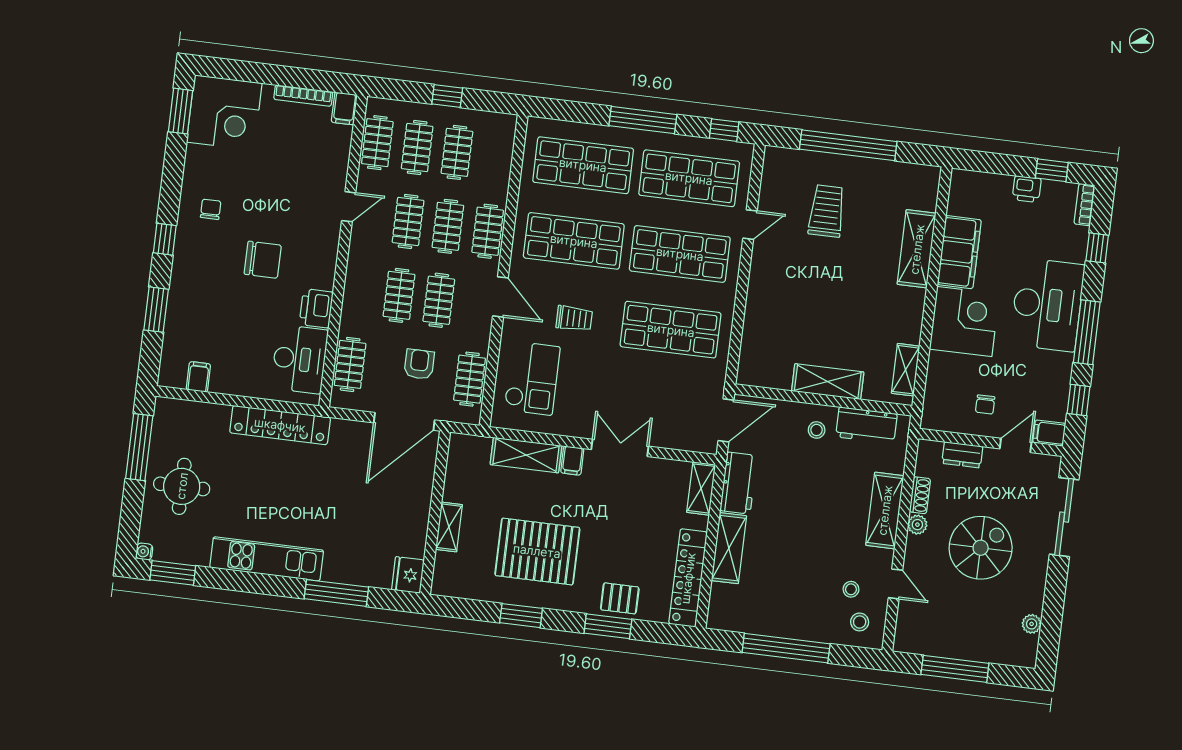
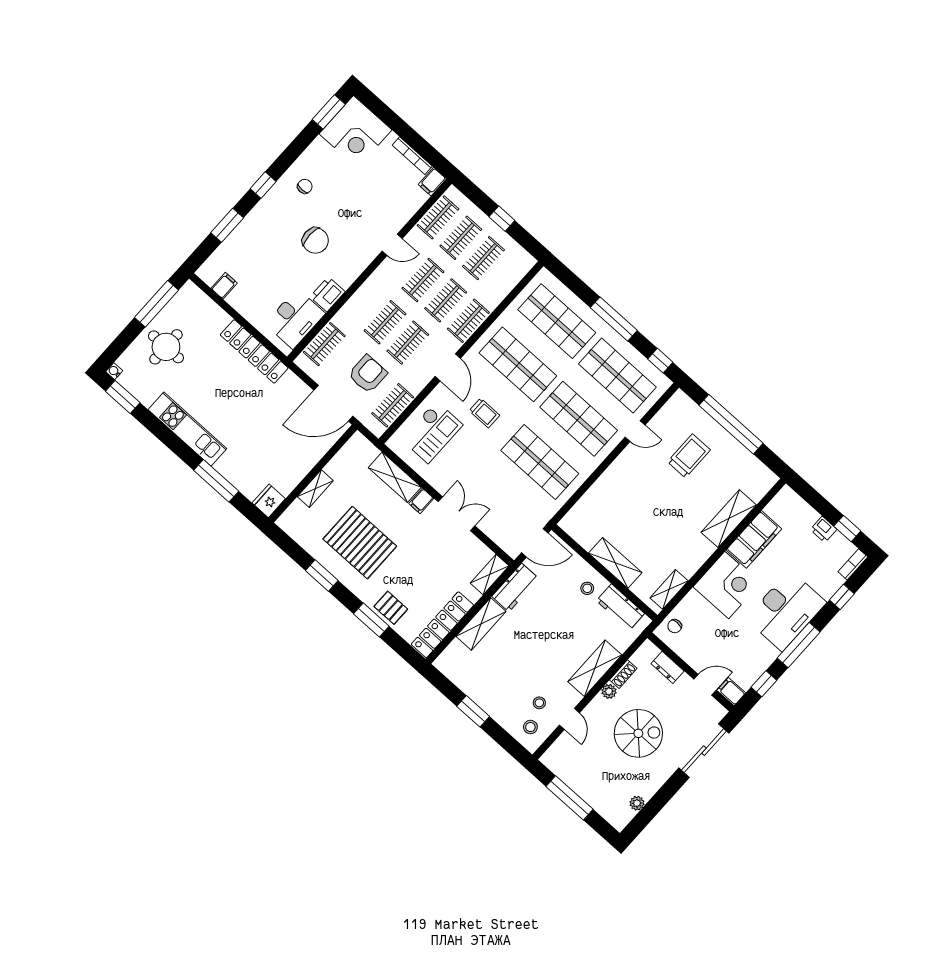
armchair: (419, 364) -> (368, 374), width x1.38, depth x1.38
chair: (985, 404) -> (675, 626), moved
window: (786, 648) -> (473, 711), width x0.47

